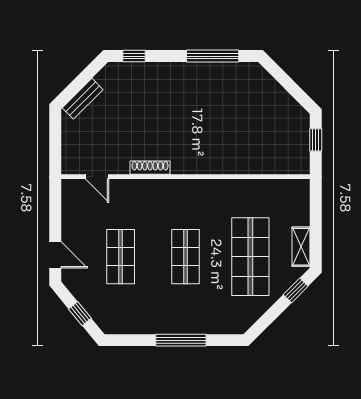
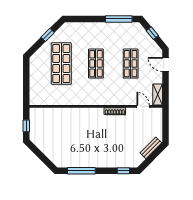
shelving: (301, 247) -> (158, 94), moved
window: (296, 290) -> (48, 35), moved
window: (181, 340) -> (119, 19), moved

